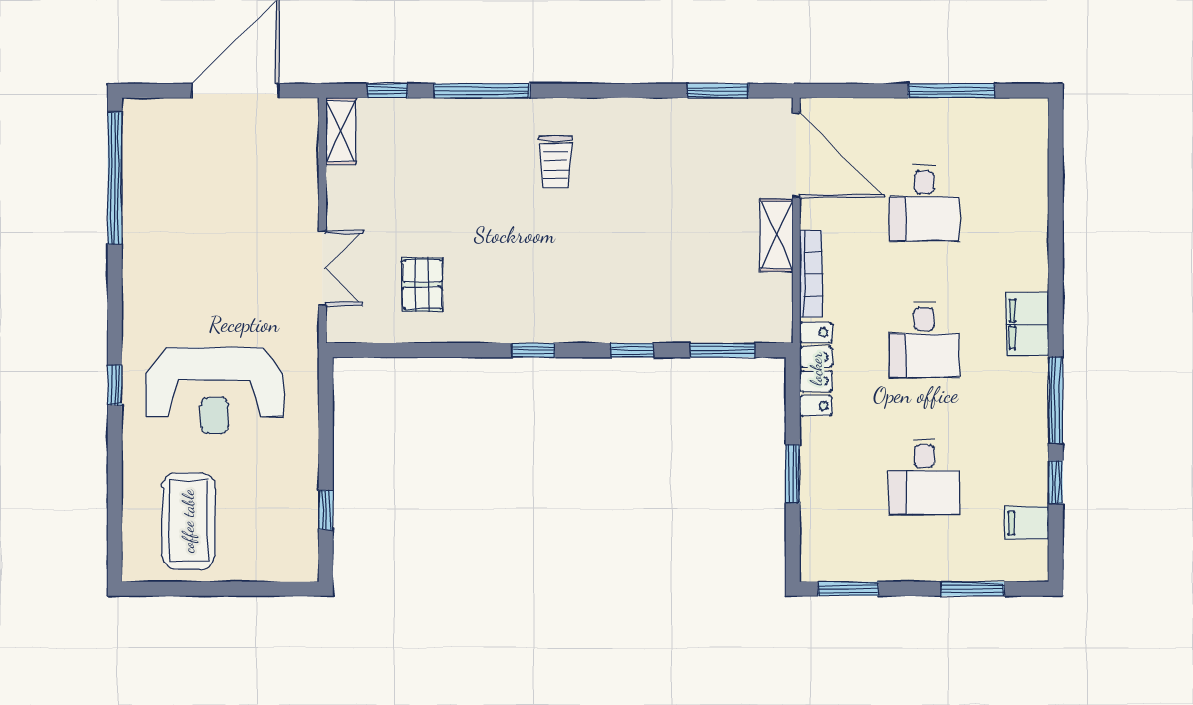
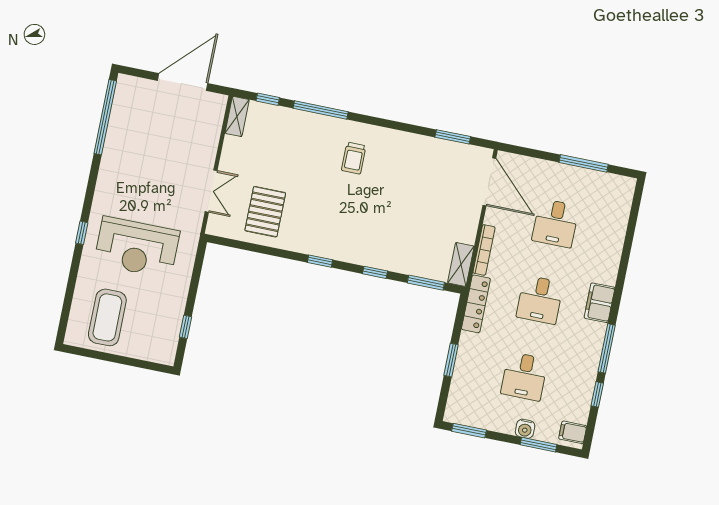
shelving: (776, 235) -> (461, 264), moved
pallet: (422, 285) -> (265, 212), width x1.50, depth x1.42
filing cabinet: (1027, 523) -> (573, 432), moved
water cooler: (944, 566) -> (525, 429), added

